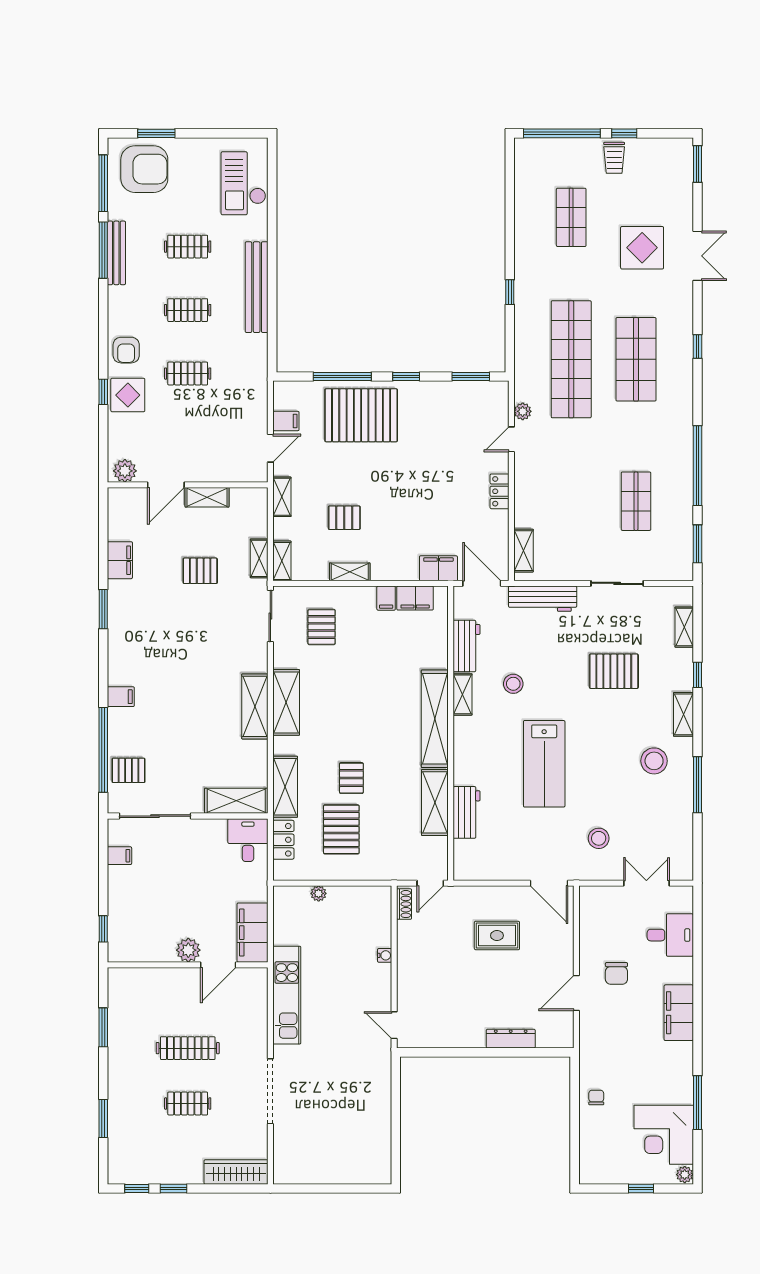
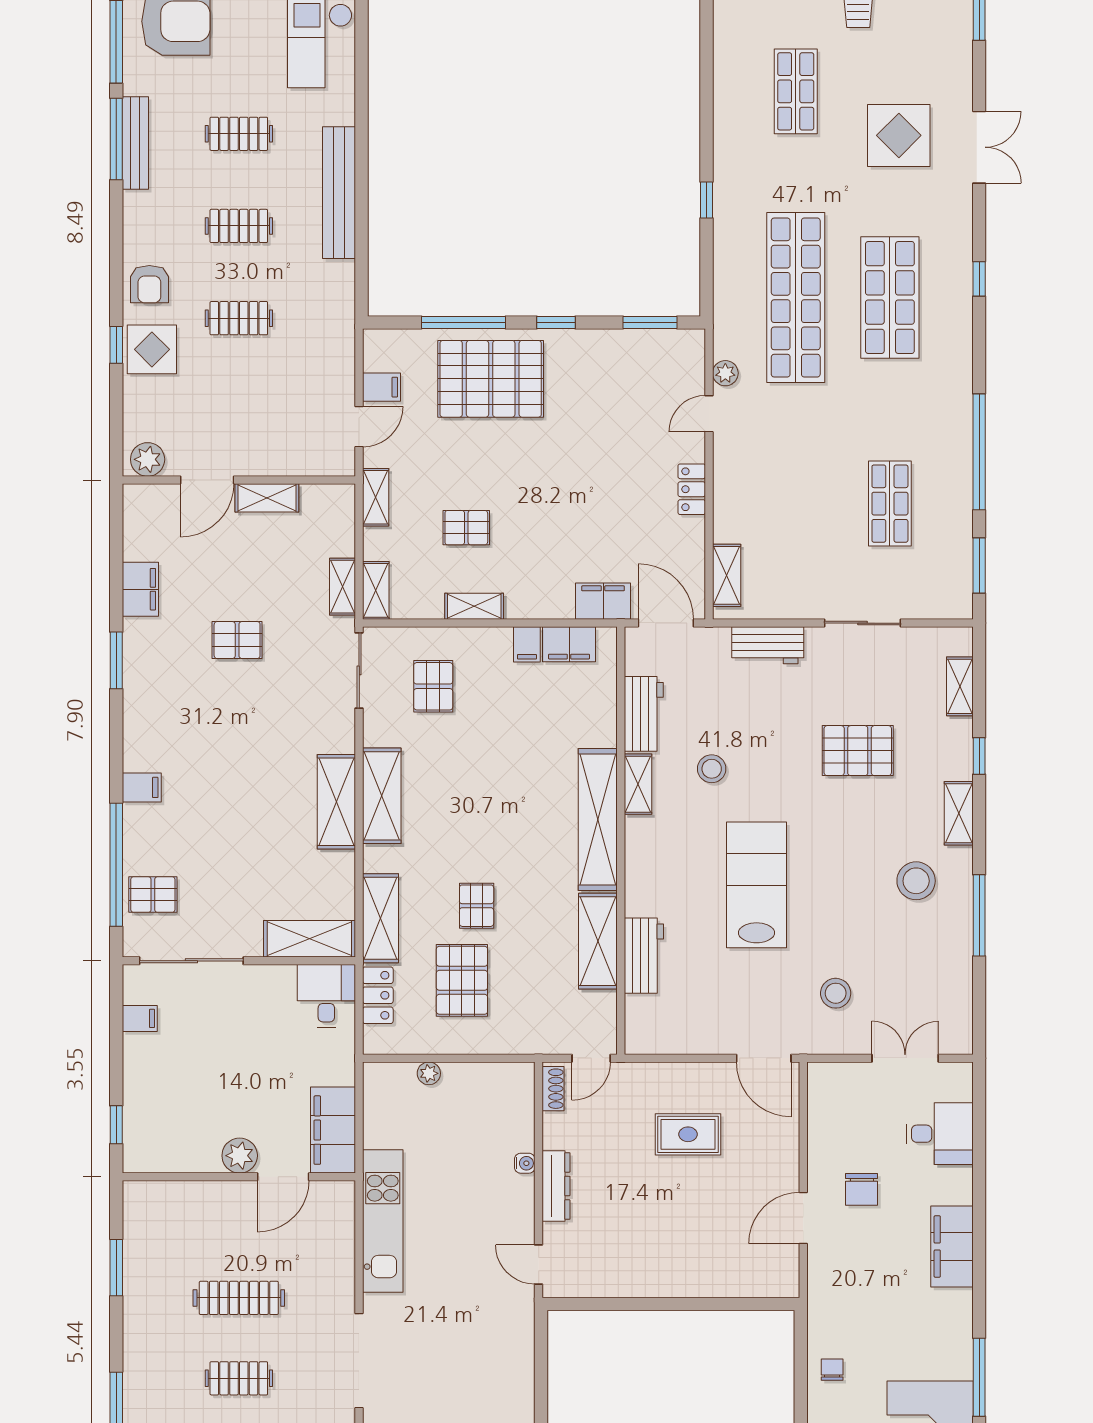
pallet: (200, 571) -> (237, 640), moved
workbench: (543, 599) -> (768, 645), width x0.73
lab bench: (544, 764) -> (757, 885), turned 180
dresser: (511, 1039) -> (556, 1186), moved, turned 90

